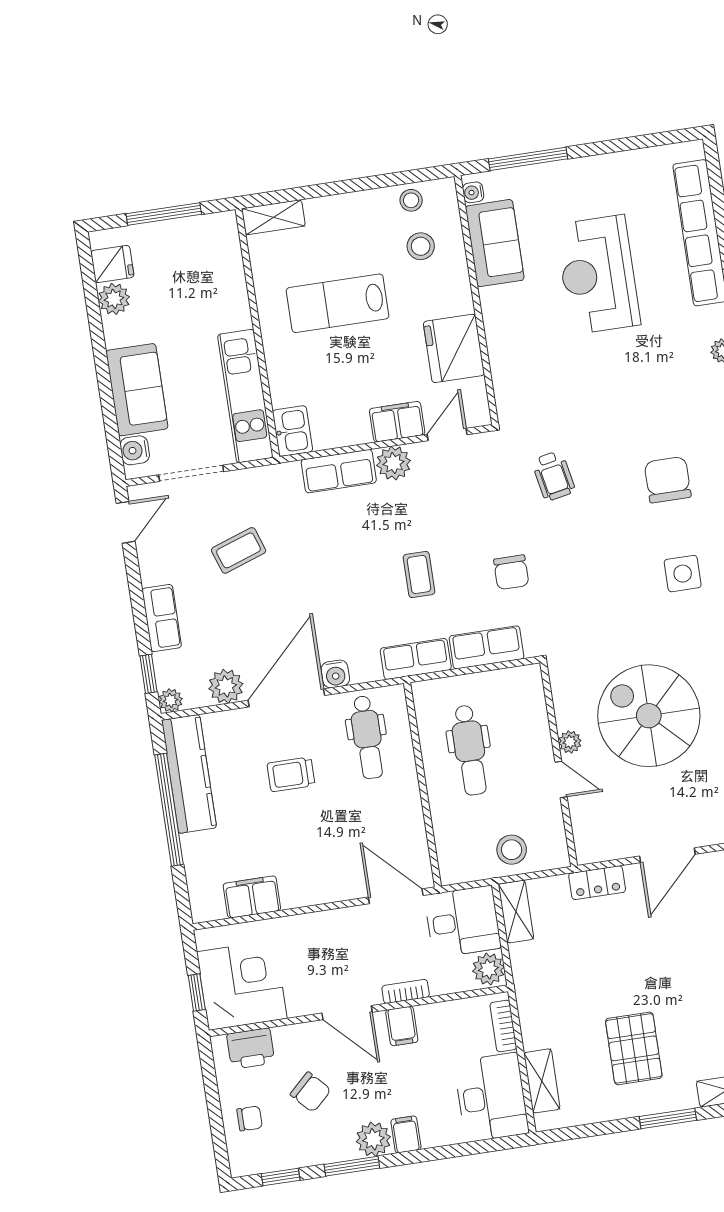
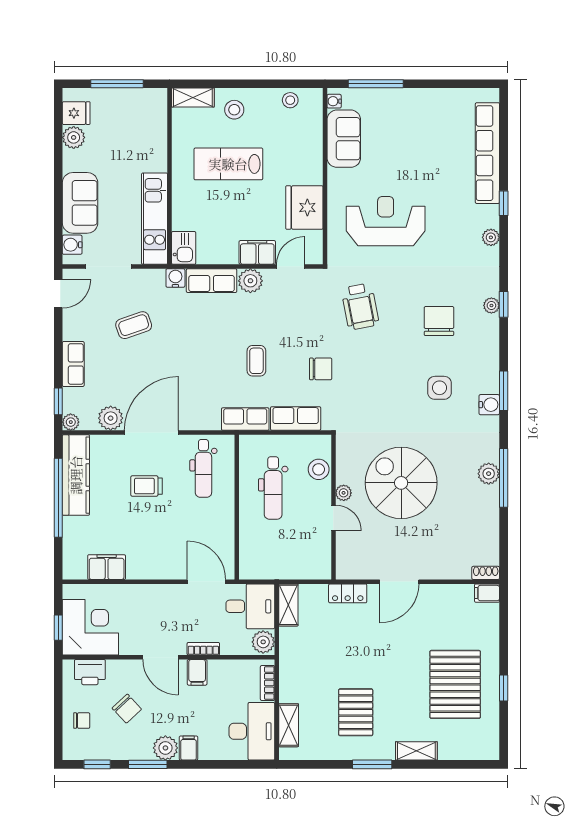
stool: (421, 246) -> (234, 110), moved
reception desk: (598, 275) -> (386, 221), moved, turned 90
wheelchair: (553, 476) -> (360, 306), width x1.36, depth x1.37
chair: (511, 572) -> (321, 369), turned -90
water cooler: (335, 674) -> (175, 278), moved, turned 180
stool: (512, 850) -> (319, 469), moved

